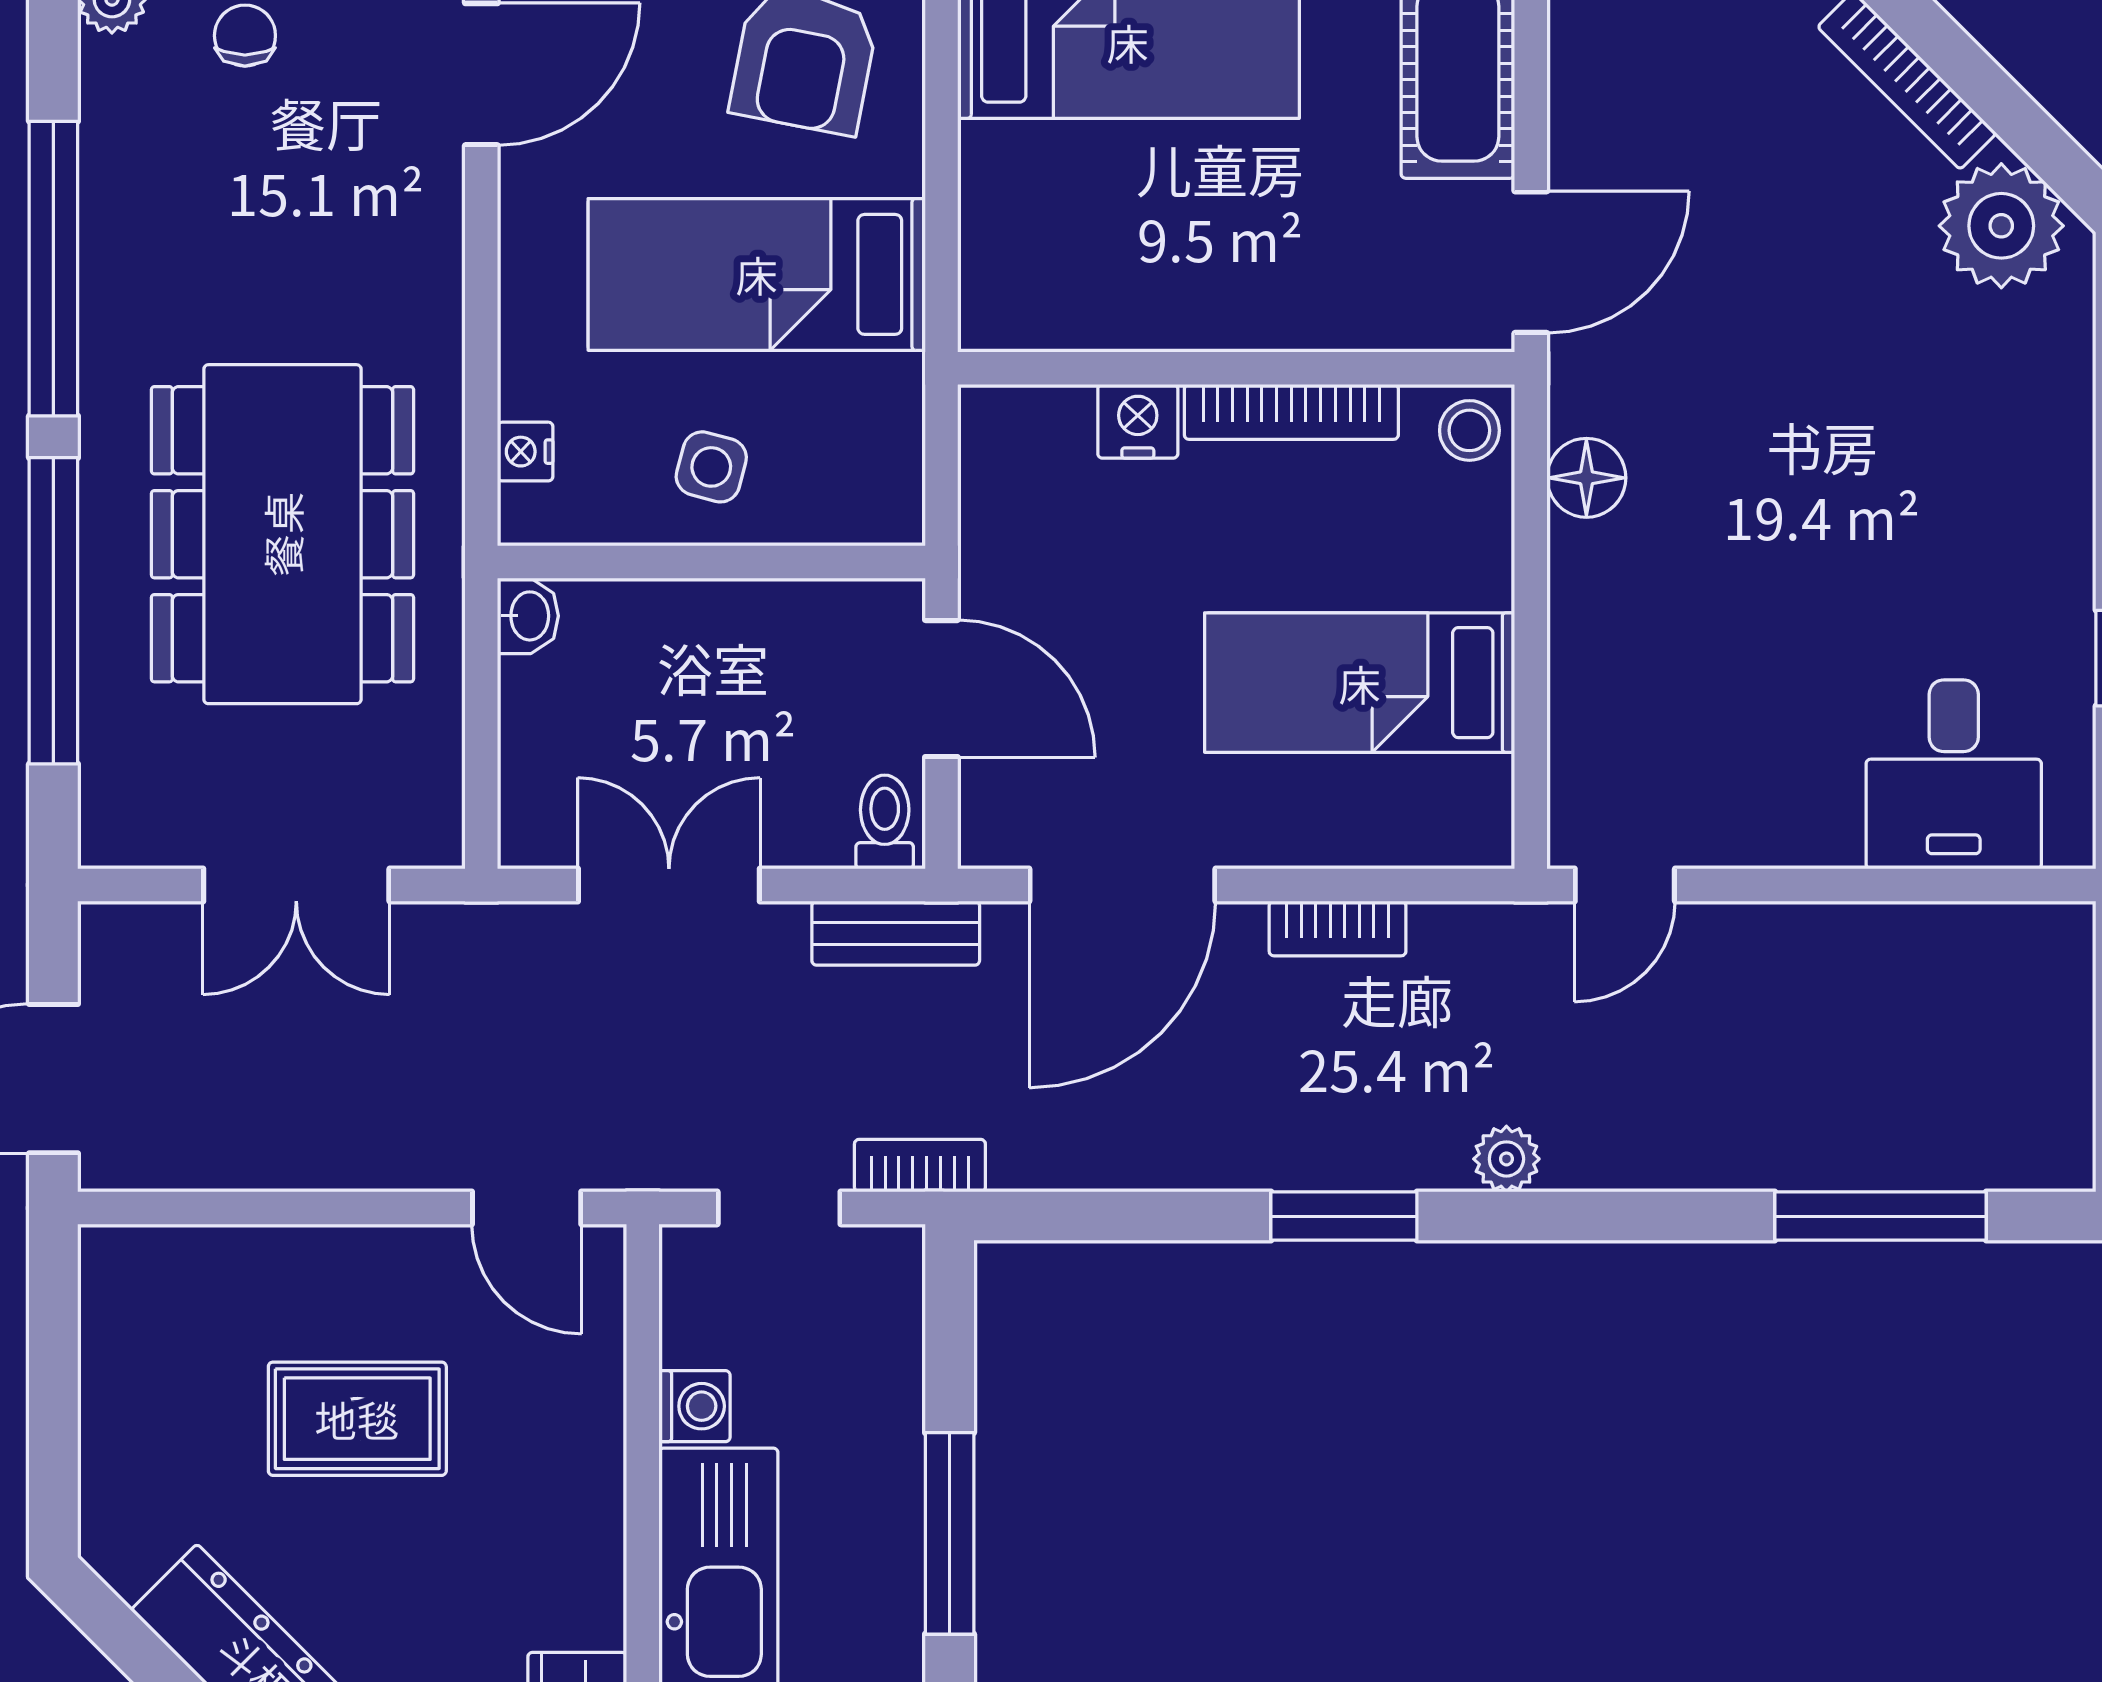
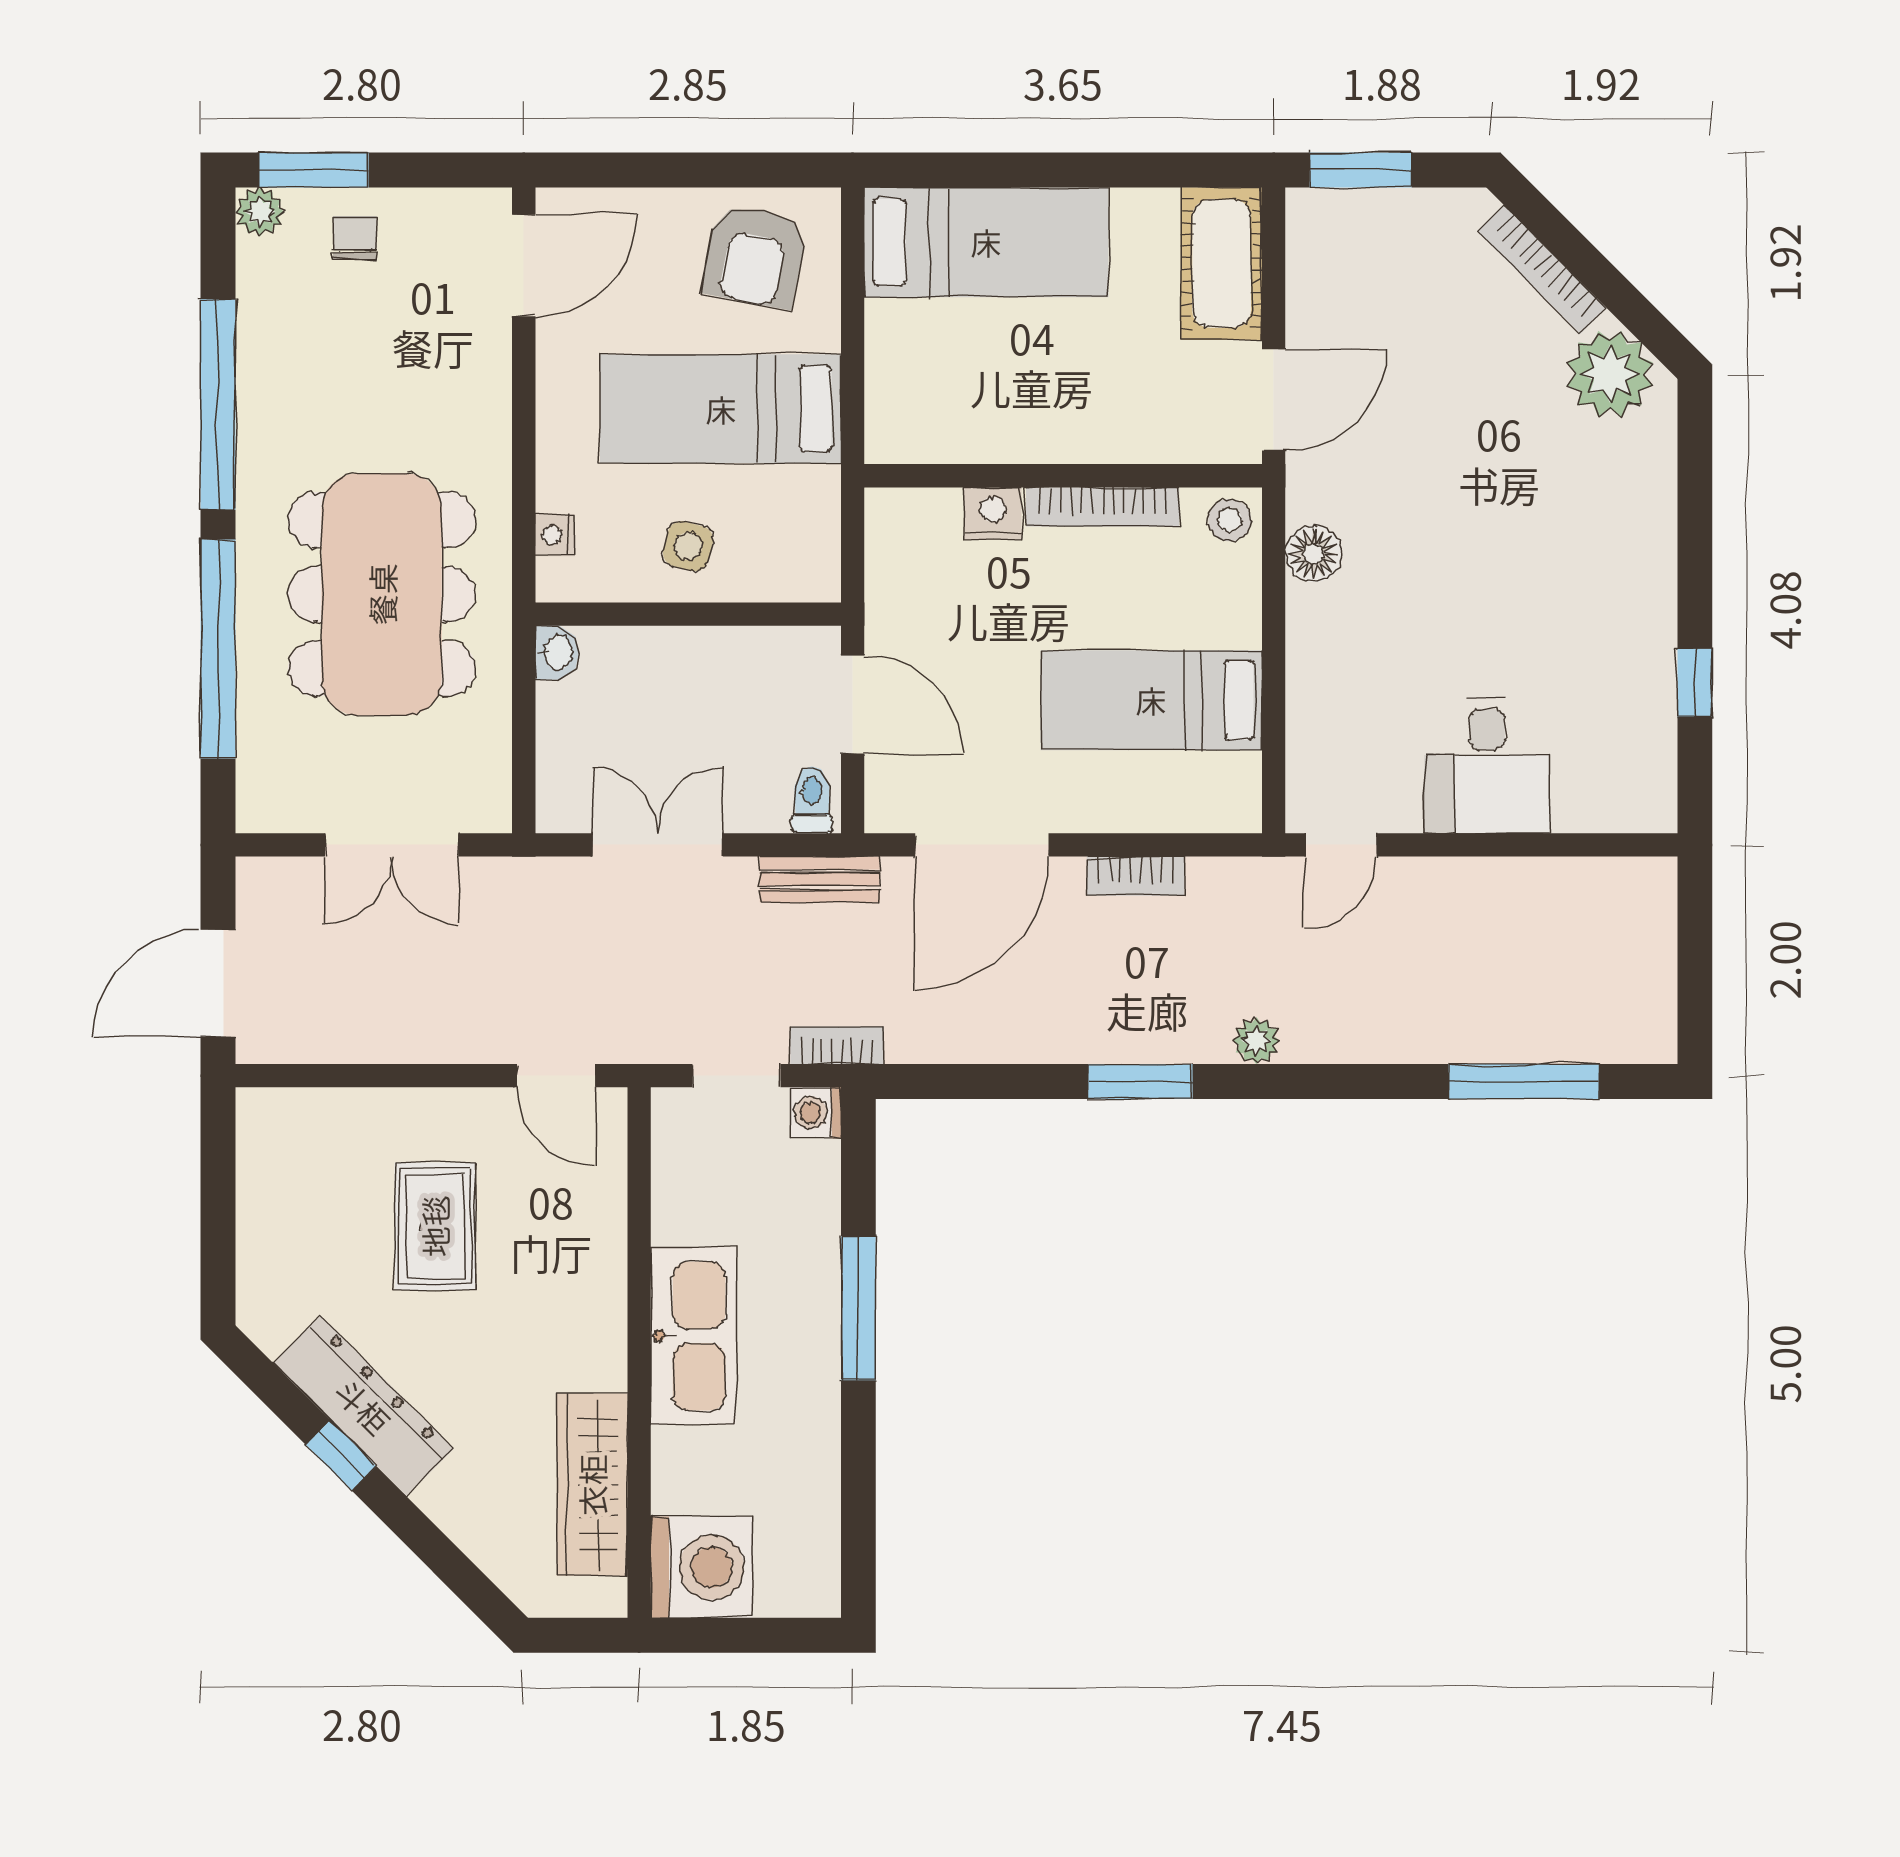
desk: (1954, 774) -> (1487, 766), moved
washing machine: (694, 1406) -> (816, 1113), moved, turned 180
rug: (357, 1419) -> (435, 1226), turned 90

